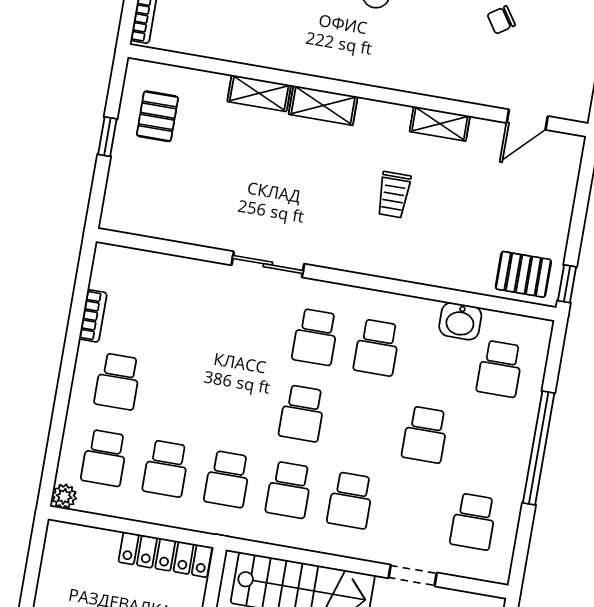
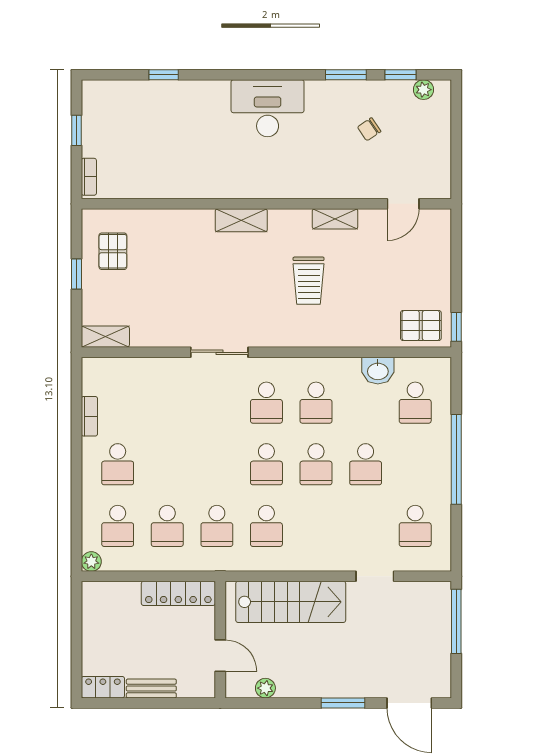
shelving: (259, 93) -> (105, 337), moved
trolley: (394, 195) -> (309, 281), width x1.36, depth x1.39
school desk: (350, 500) -> (316, 464), moved

